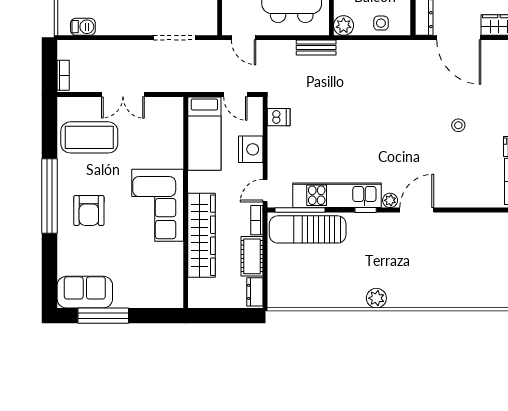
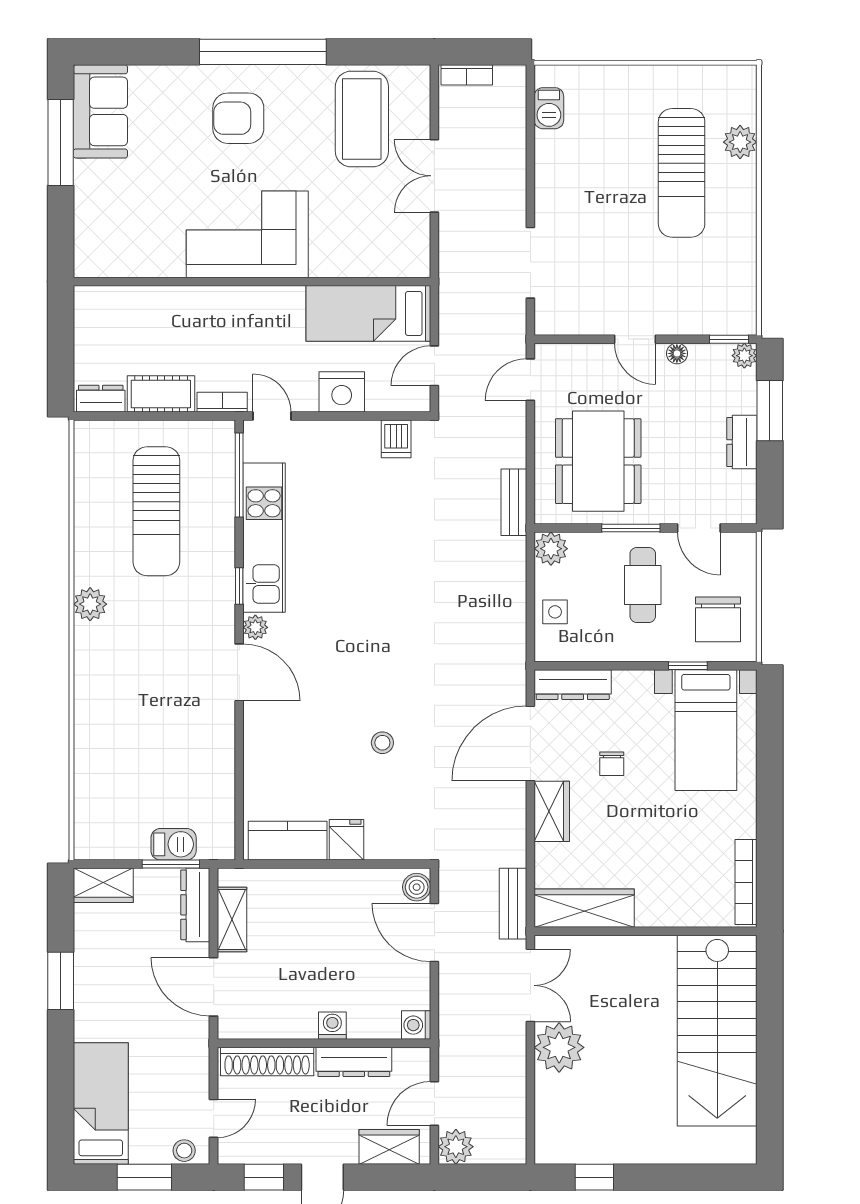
sun lounger: (308, 229) -> (156, 511), moved, turned 180
wardrobe: (201, 235) -> (197, 309), removed

